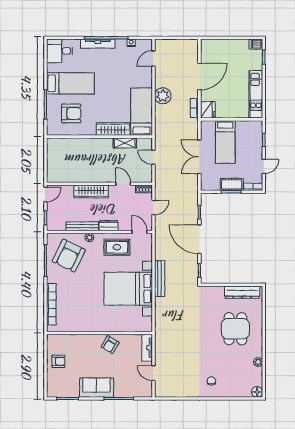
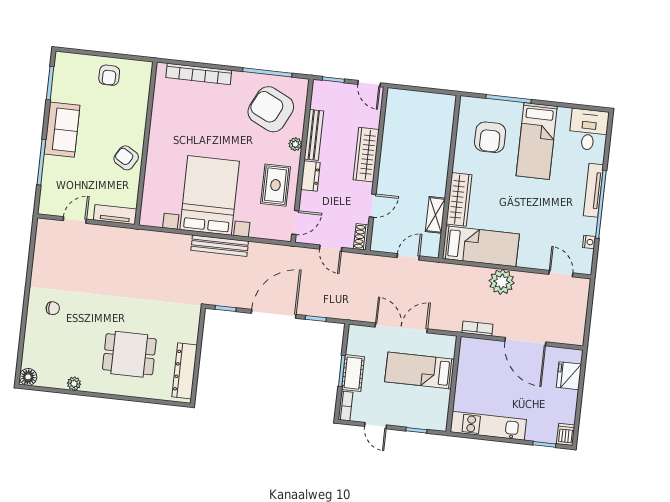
fridge: (208, 110) -> (569, 376), moved, turned 90

